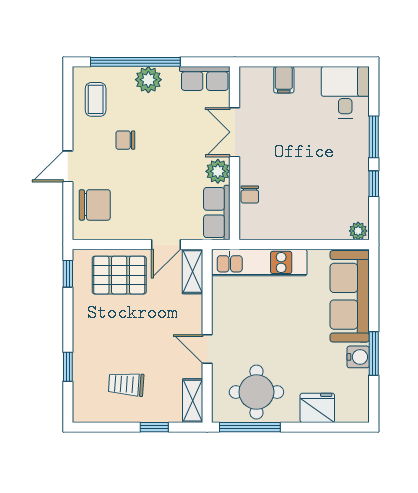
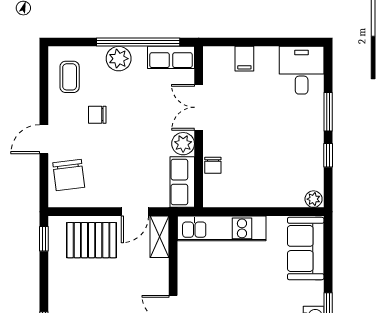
window: (135, 62) -> (138, 42), moved
chair: (95, 205) -> (69, 175), turned 83
sofa: (350, 296) -> (306, 248), width x0.73

